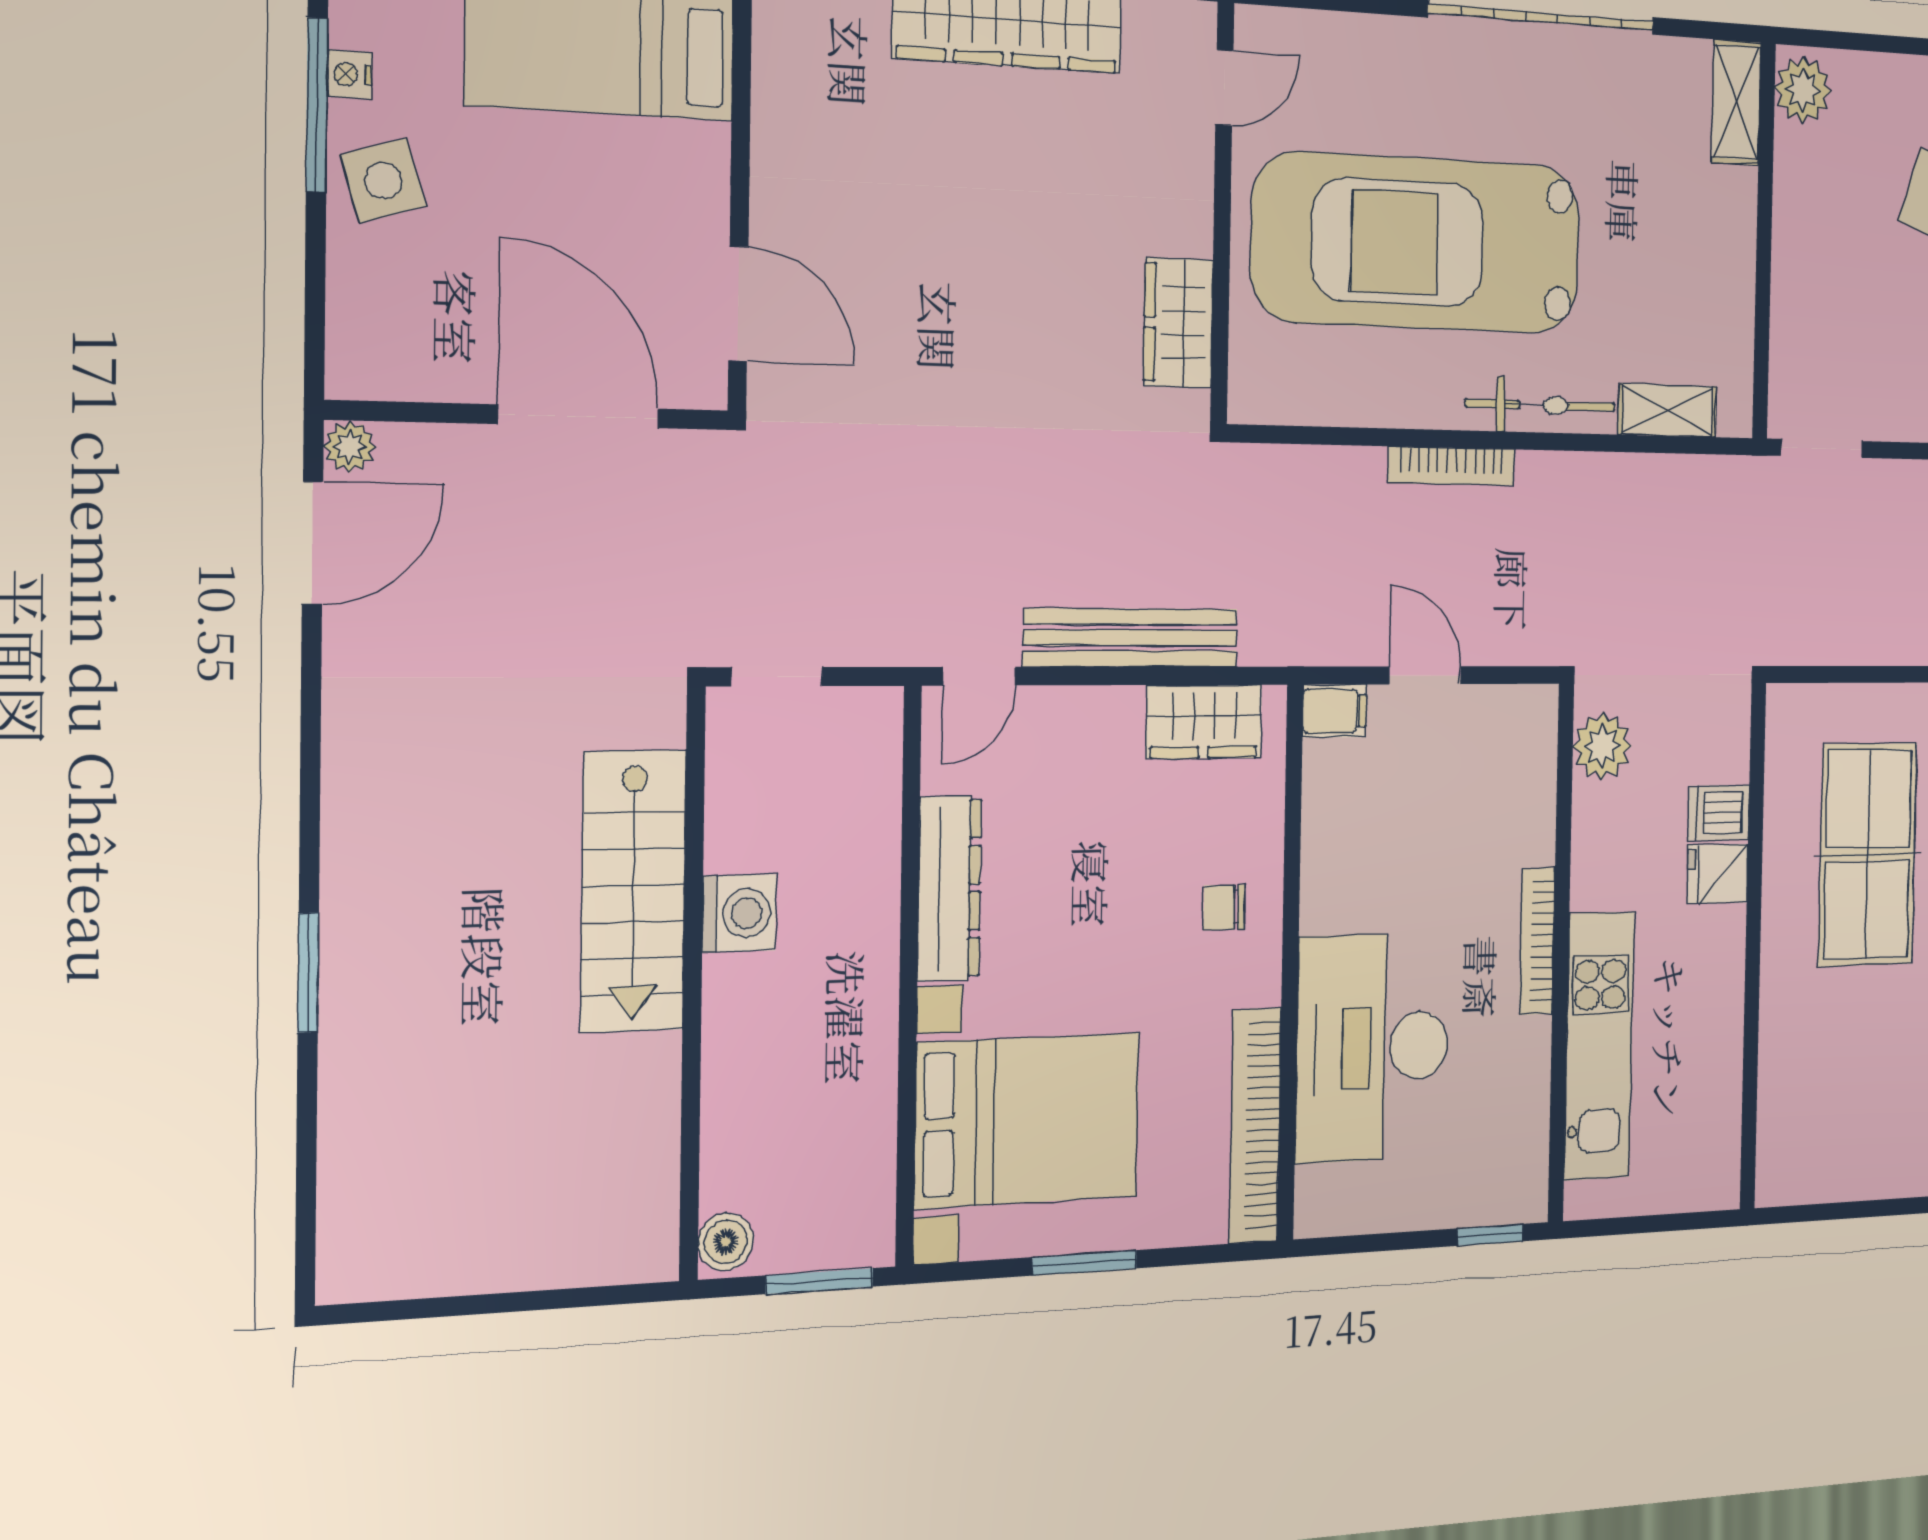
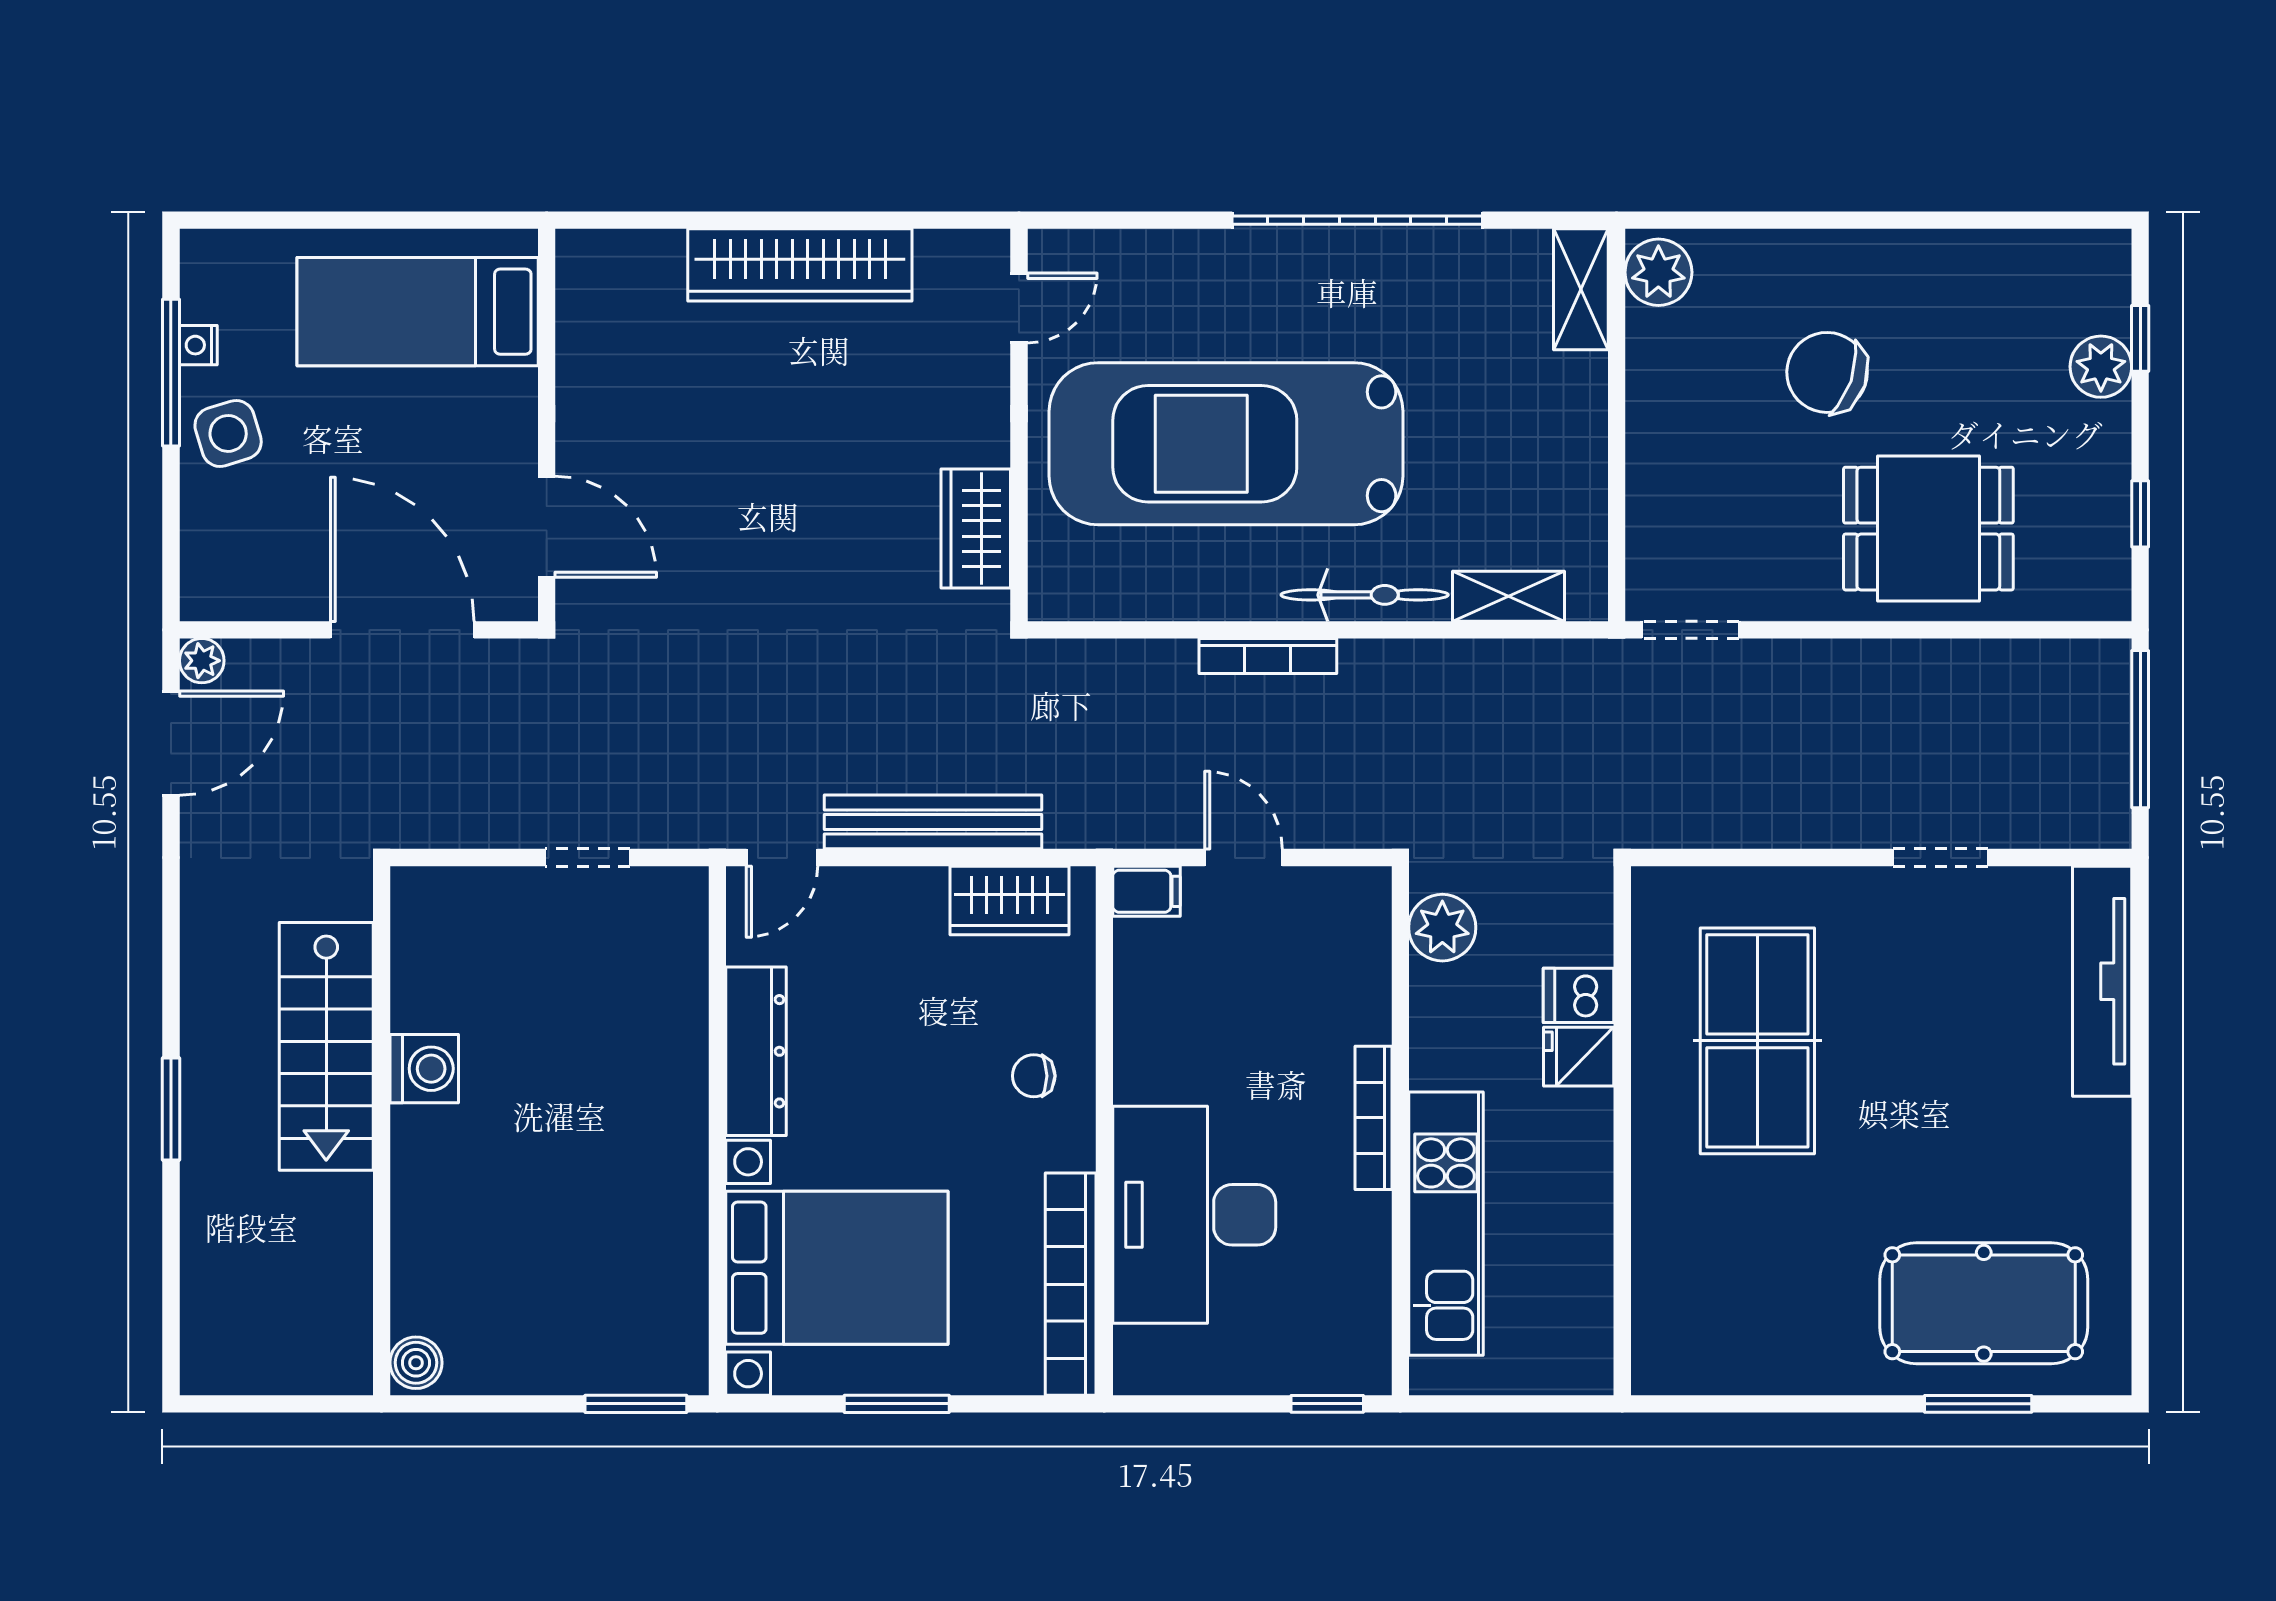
stairs: (633, 891) -> (326, 1046), moved
washing machine: (739, 913) -> (424, 1069), moved
wall: (692, 984) -> (382, 1131), moved
boiler: (726, 1242) -> (416, 1363), moved

